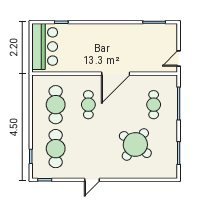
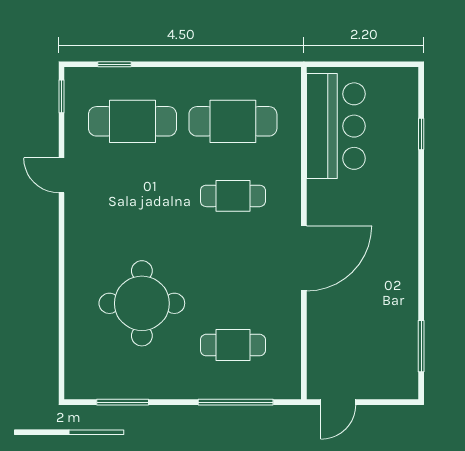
bar counter: (45, 46) -> (336, 126), moved, turned -90
door: (179, 59) -> (338, 402), swing flipped
door: (116, 74) -> (304, 258), swing flipped
round table: (135, 145) -> (142, 303), turned -37
door: (92, 180) -> (61, 175), moved

